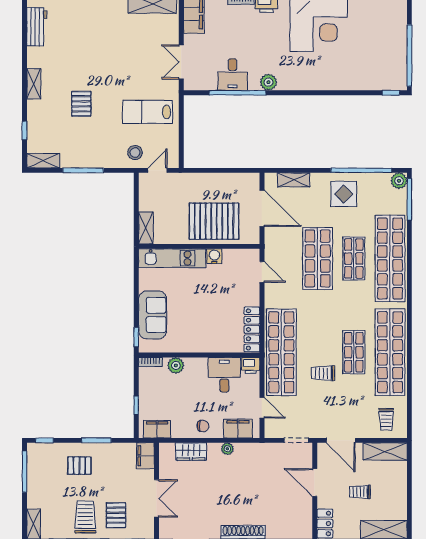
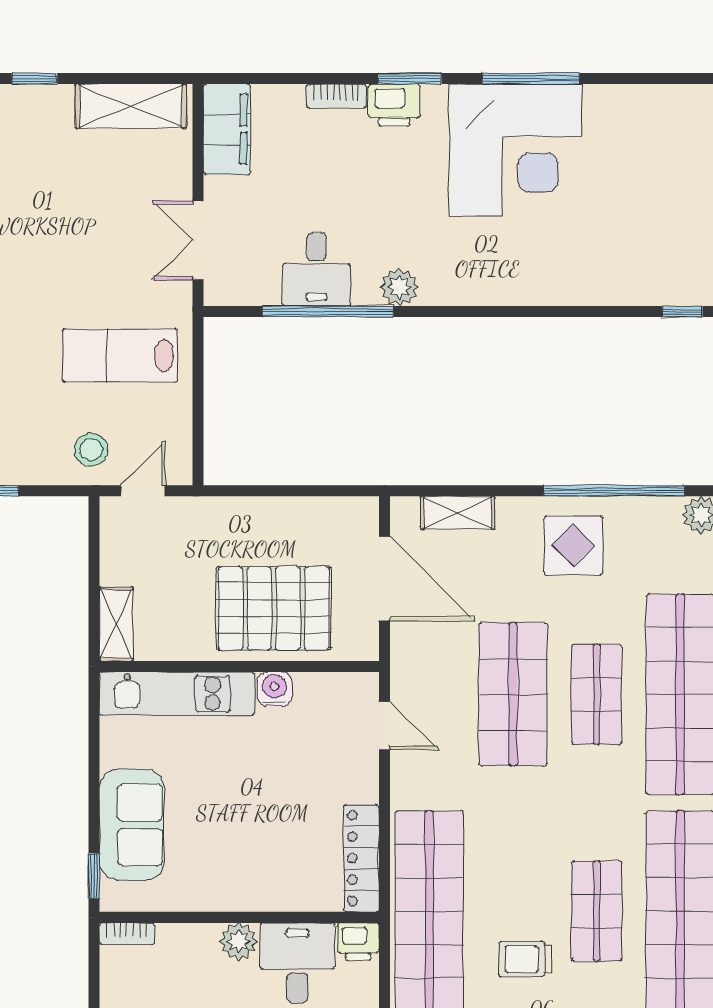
plant: (176, 365) -> (239, 941), moved

